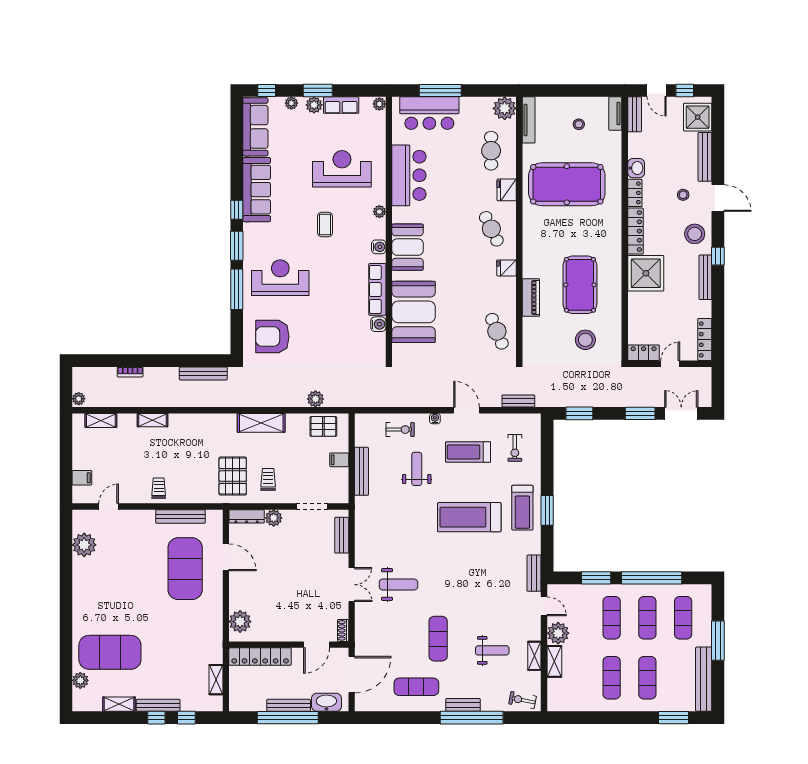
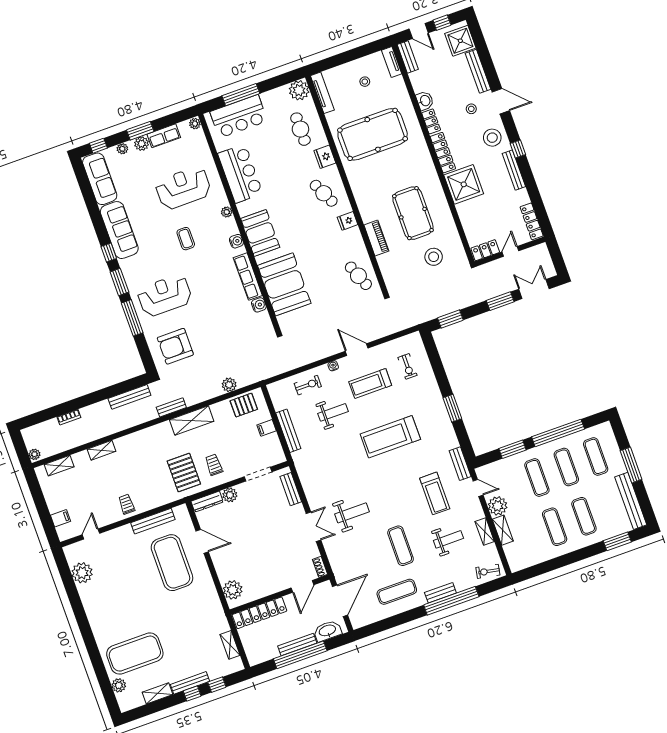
bench: (518, 401) -> (171, 407), moved
weight bench: (417, 469) -> (333, 412), turned 90
treadmill: (522, 508) -> (435, 493), moved

